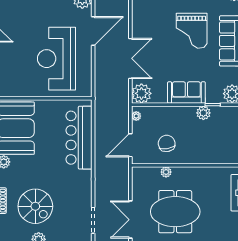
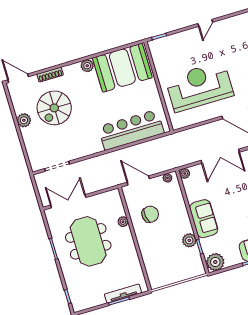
plant: (141, 93) -> (185, 173), width x0.53, depth x0.53

